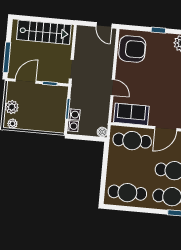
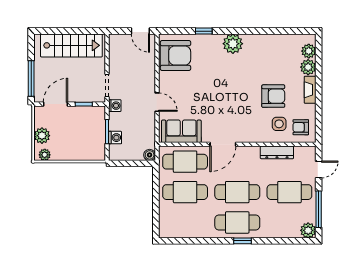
washing machine: (73, 126) -> (115, 106), moved
cafe table: (127, 193) -> (185, 192), moved

